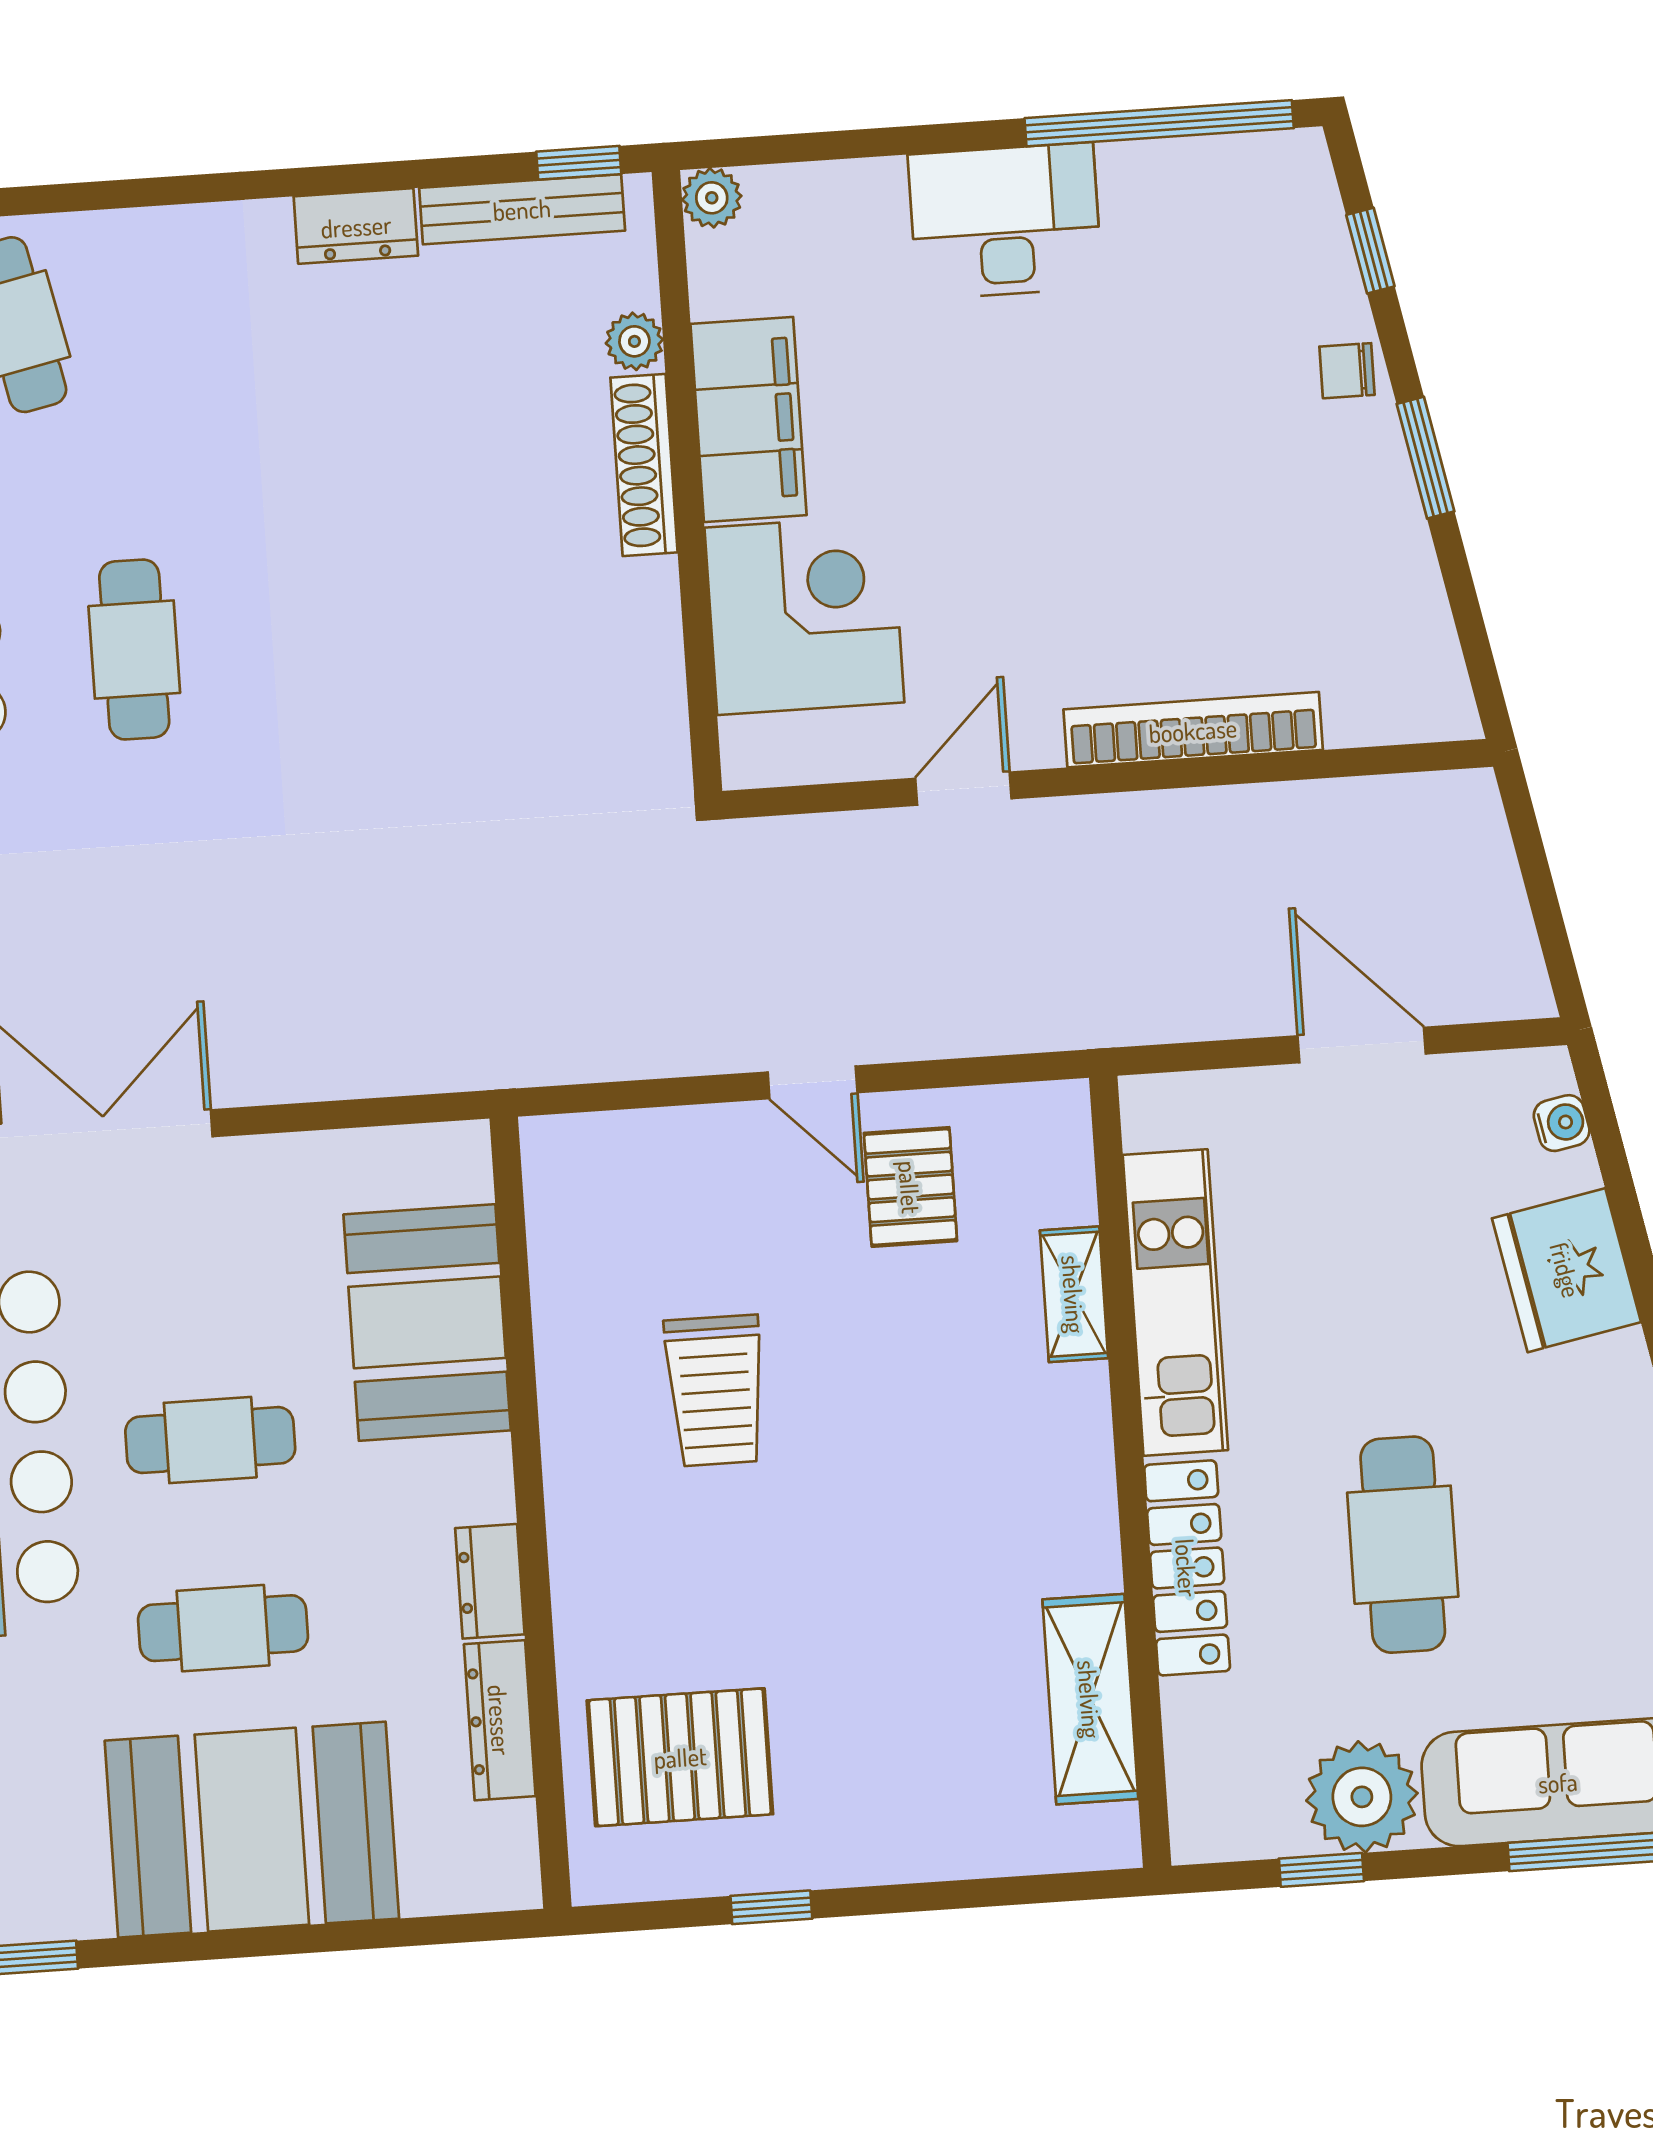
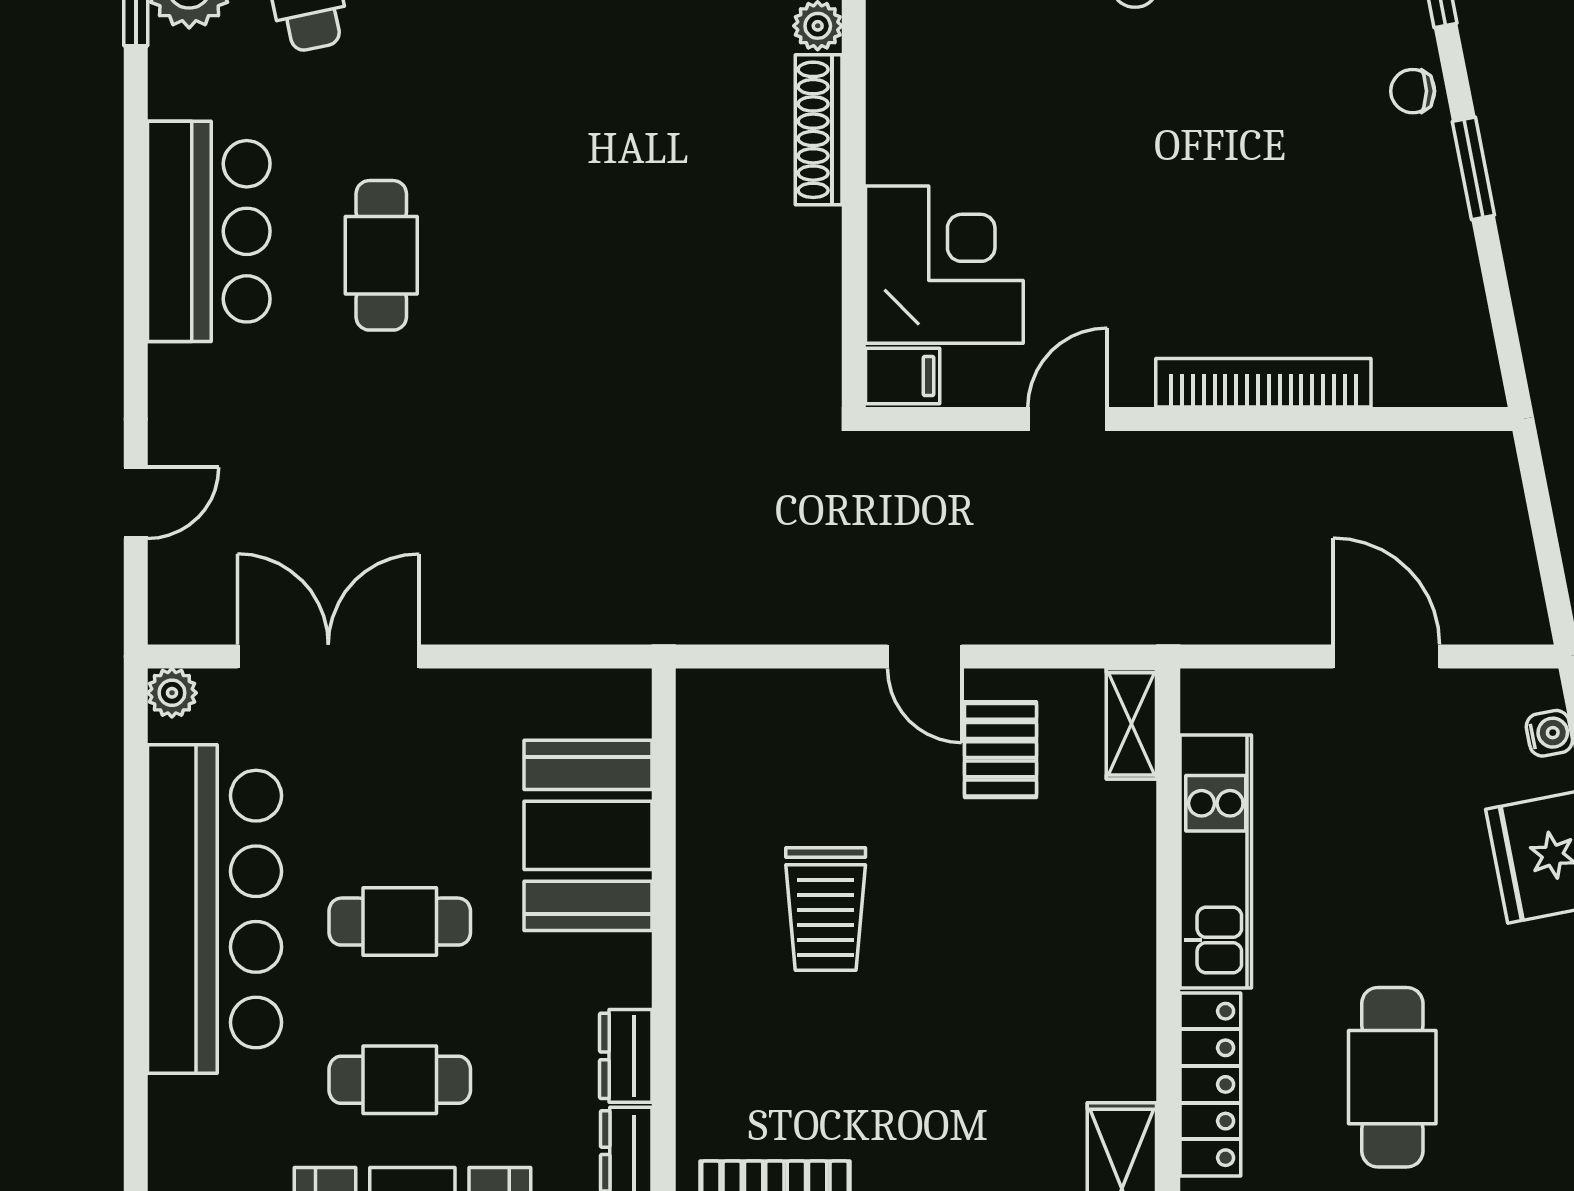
filing cabinet: (749, 419) -> (903, 376), moved, width x0.33, depth x0.86
shelving: (1074, 1294) -> (1131, 724), moved

